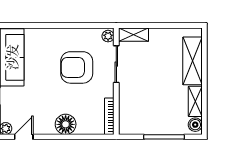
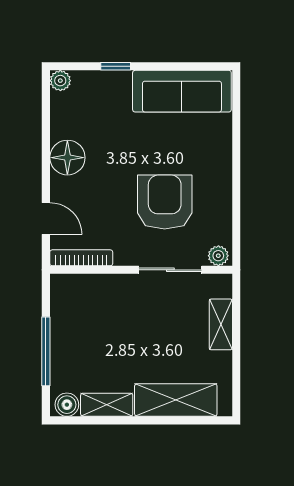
shelving: (134, 35) -> (221, 324), moved
floor lamp: (66, 124) -> (67, 158), moved
door: (24, 137) -> (46, 219), moved

